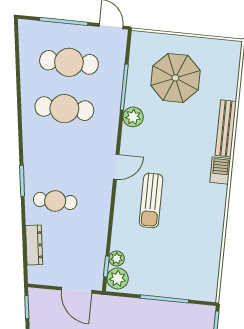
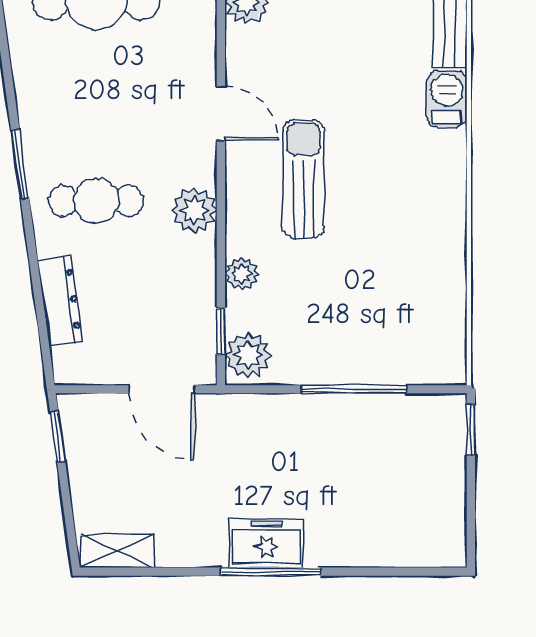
door: (116, 167) -> (221, 114), hinge flipped
sun lounger: (151, 200) -> (303, 179), turned 180
plant: (100, 210) -> (194, 210), added
plant: (117, 259) -> (242, 274), moved

